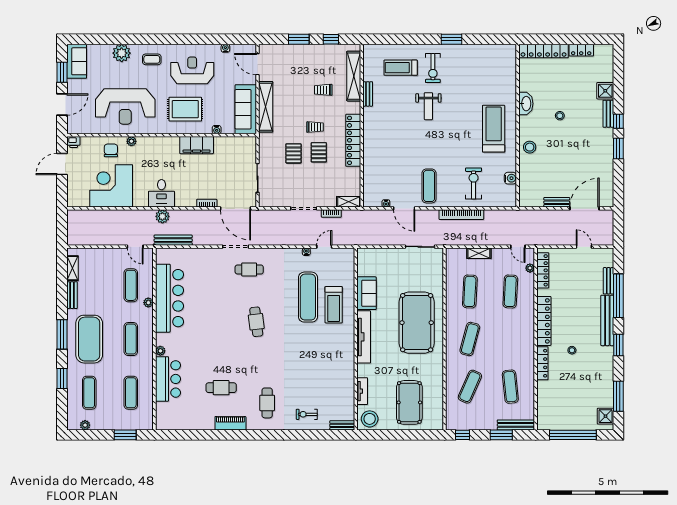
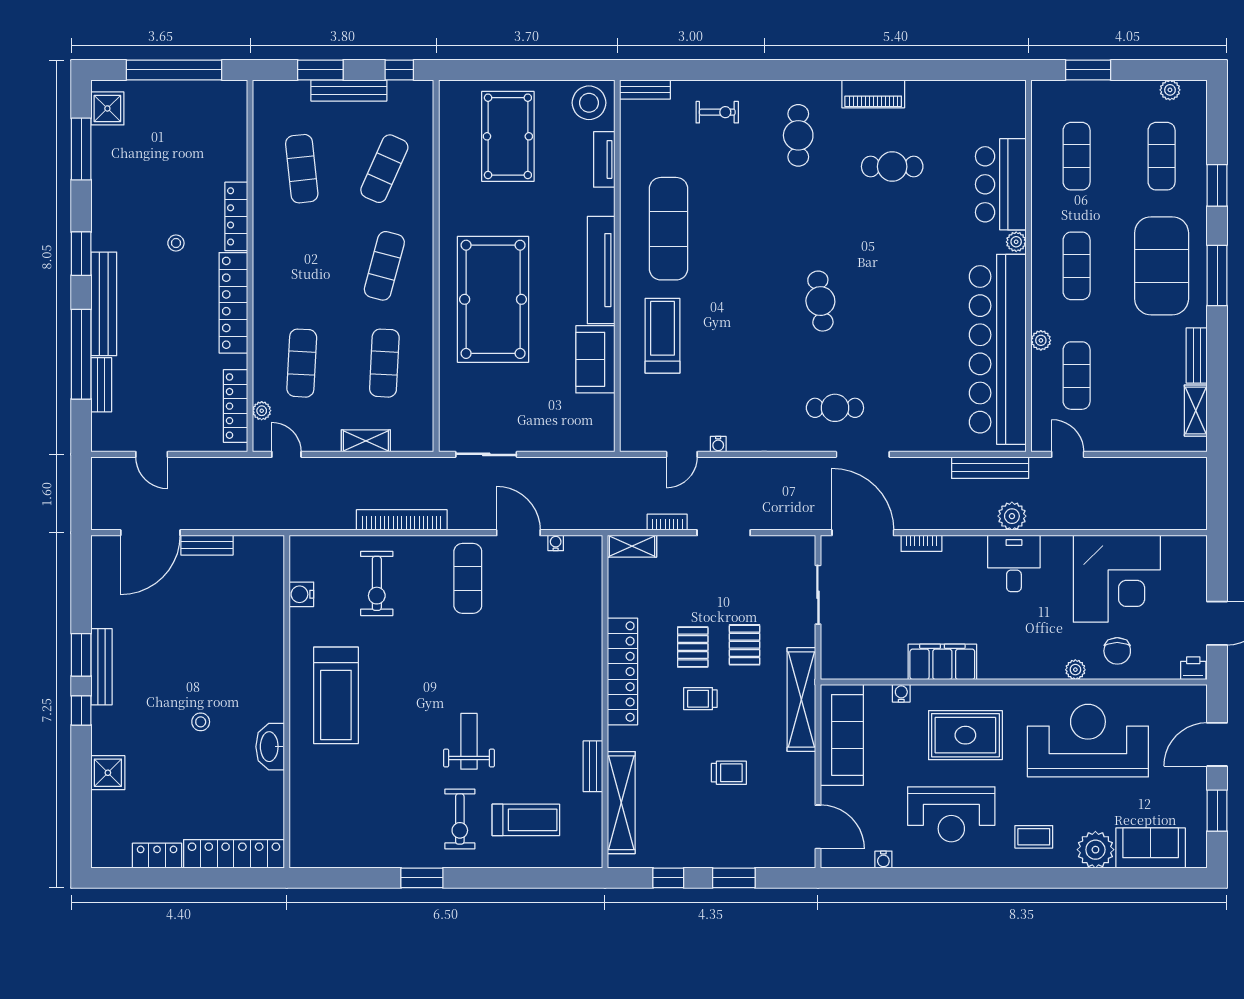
sofa: (77, 61) -> (1151, 848), moved, turned 90
exercise bike: (433, 68) -> (460, 819), turned 180
trolley: (323, 90) -> (729, 773), moved
shelving: (266, 107) -> (801, 699), moved
bench: (608, 114) -> (102, 667), moved, width x1.36
stool: (530, 147) -> (262, 658), removed
exercise mat: (308, 297) -> (669, 229), moved
bar counter: (169, 298) -> (998, 349), width x1.36
bench: (516, 425) -> (349, 90), moved

